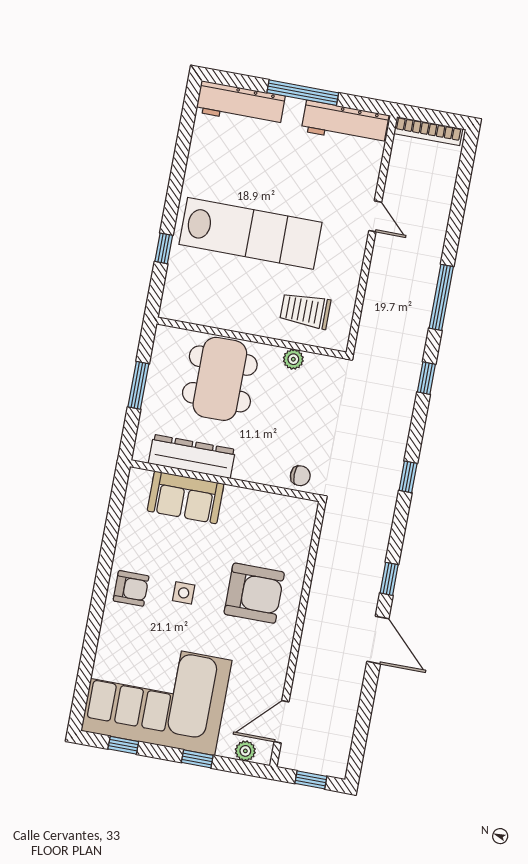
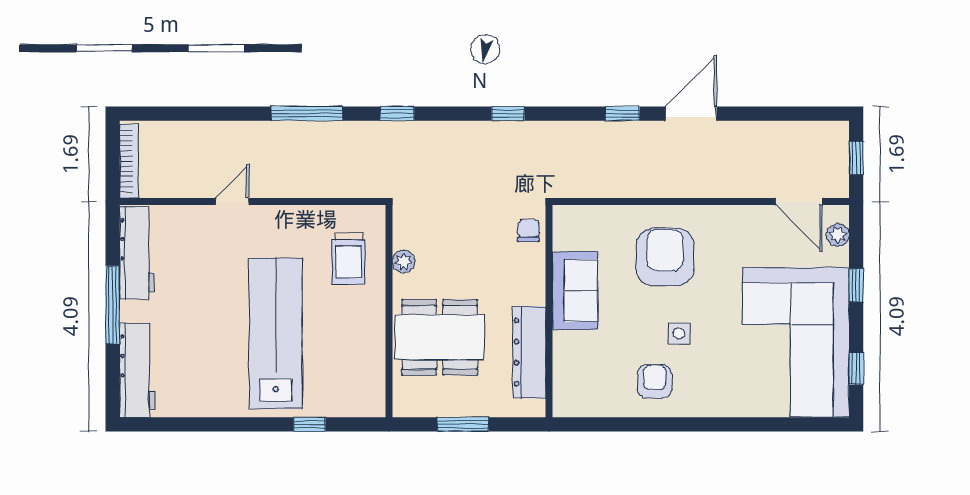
sofa: (186, 497) -> (575, 291), moved
armchair: (131, 588) -> (654, 381), moved

